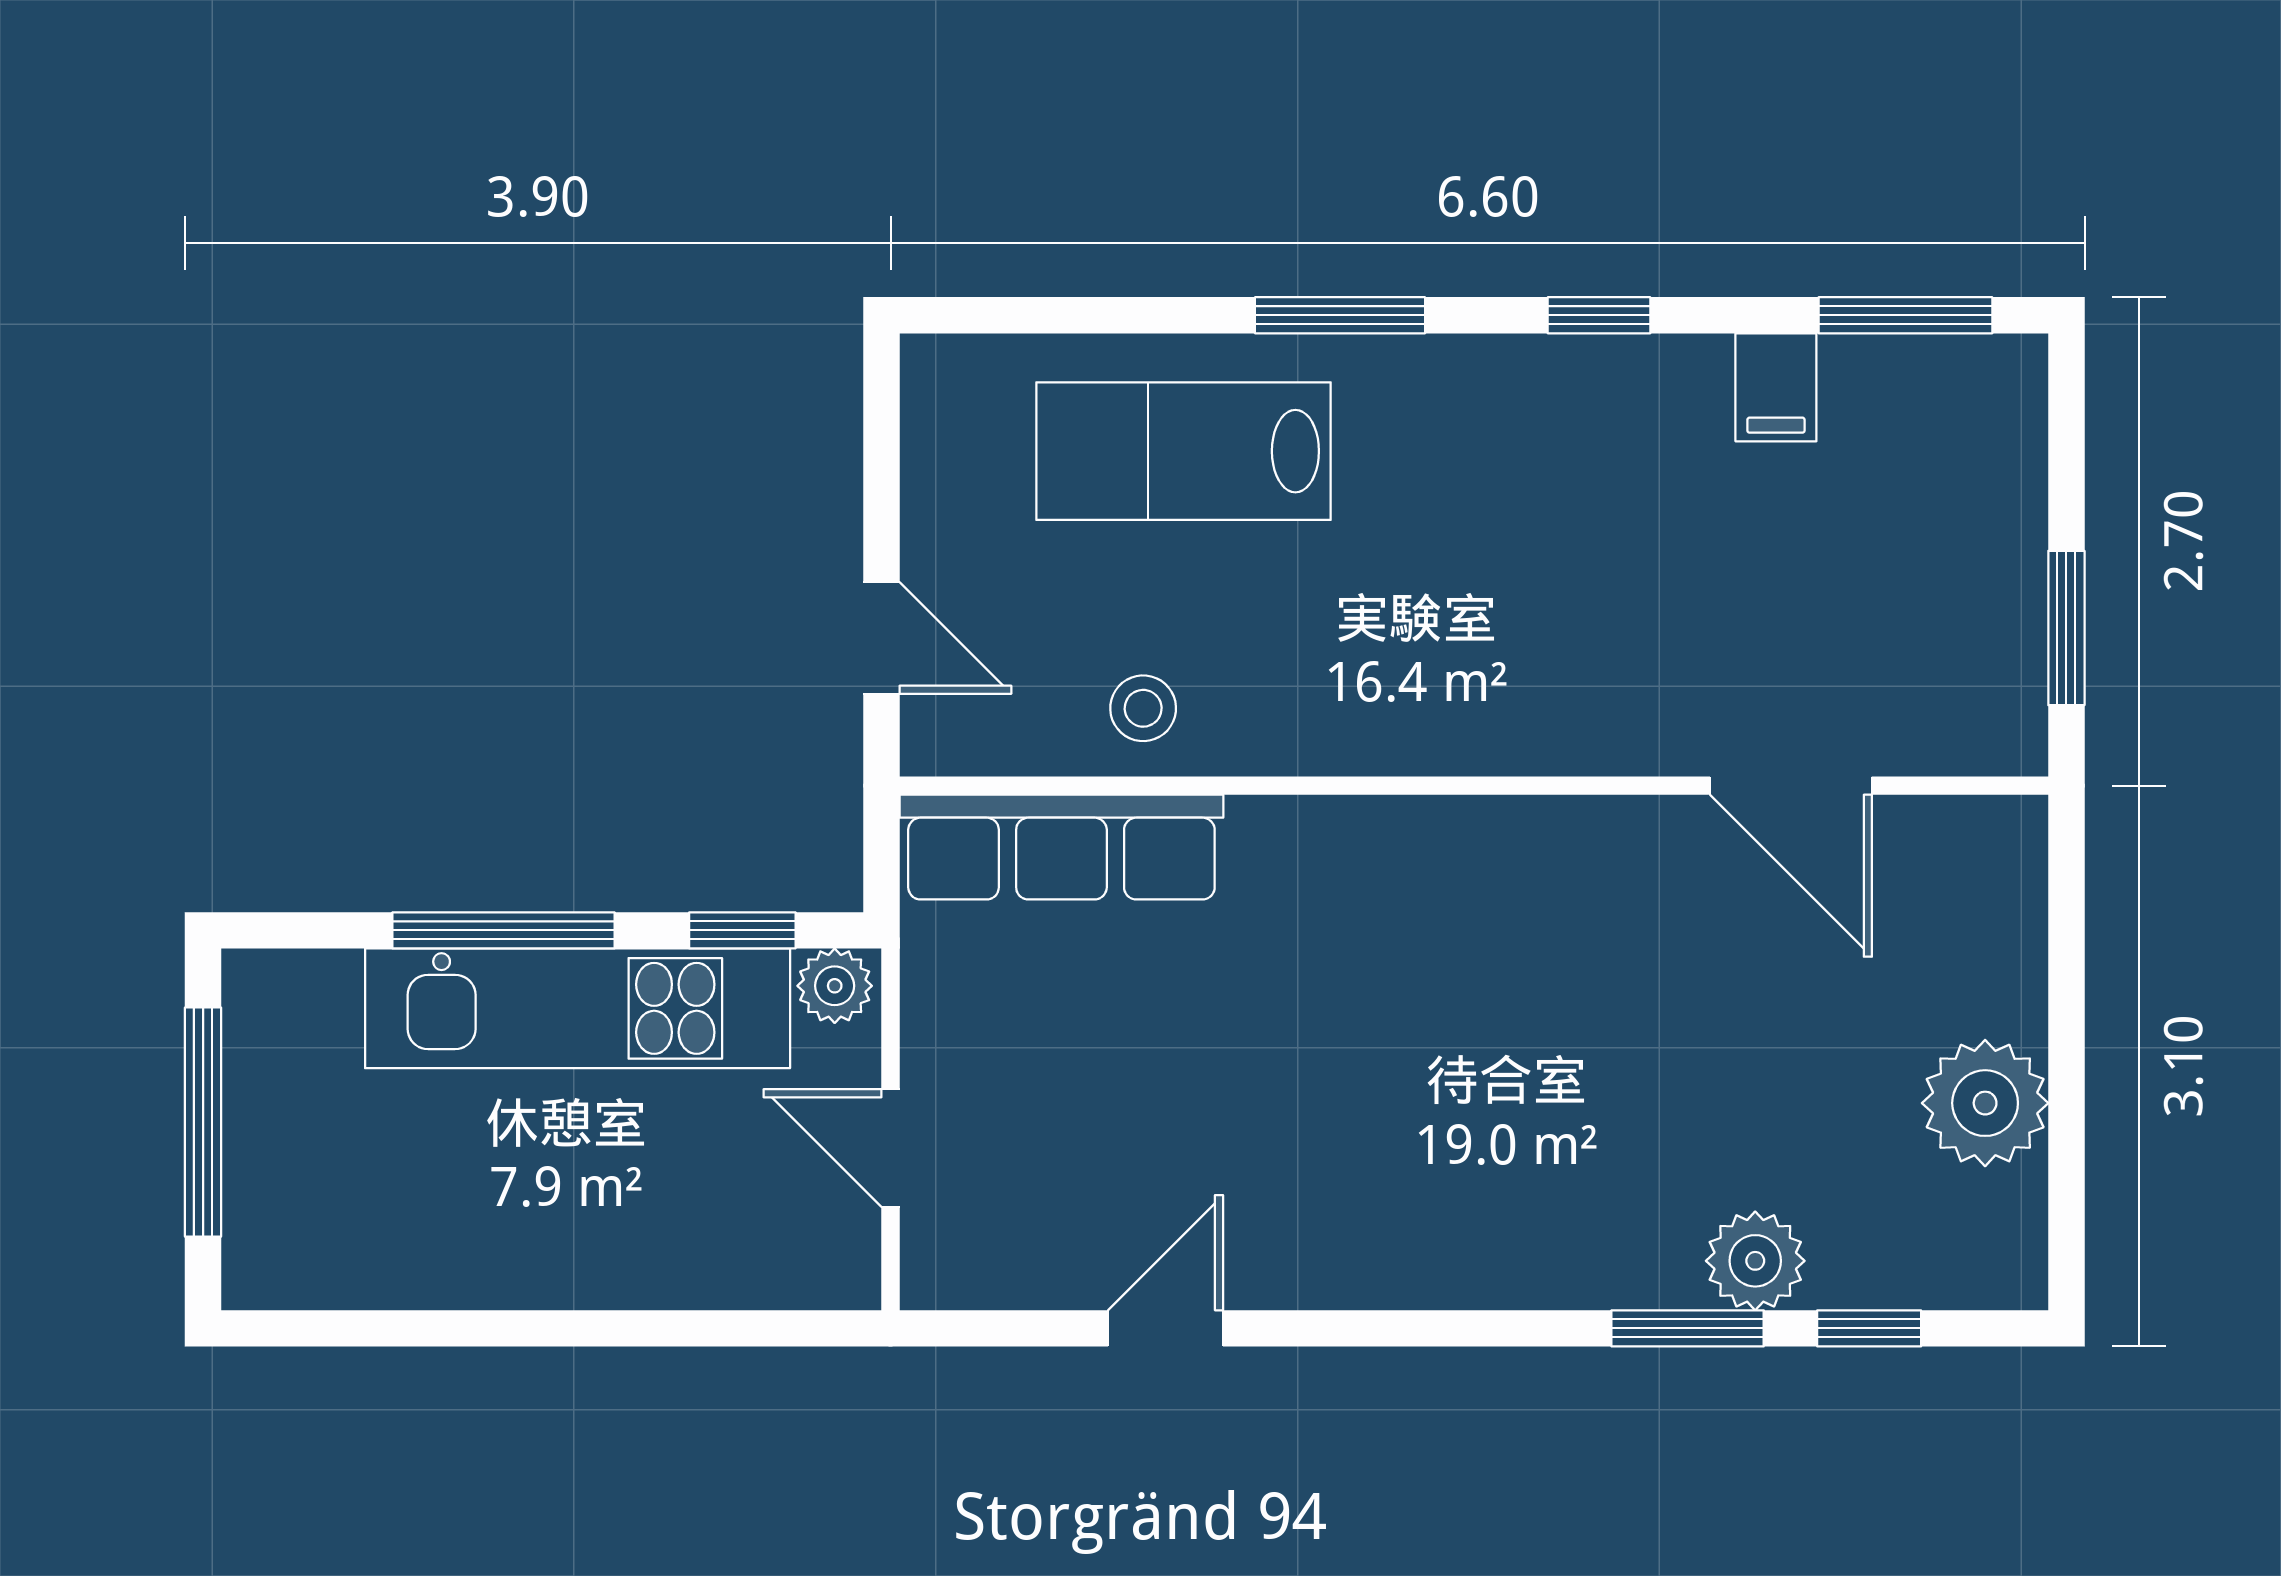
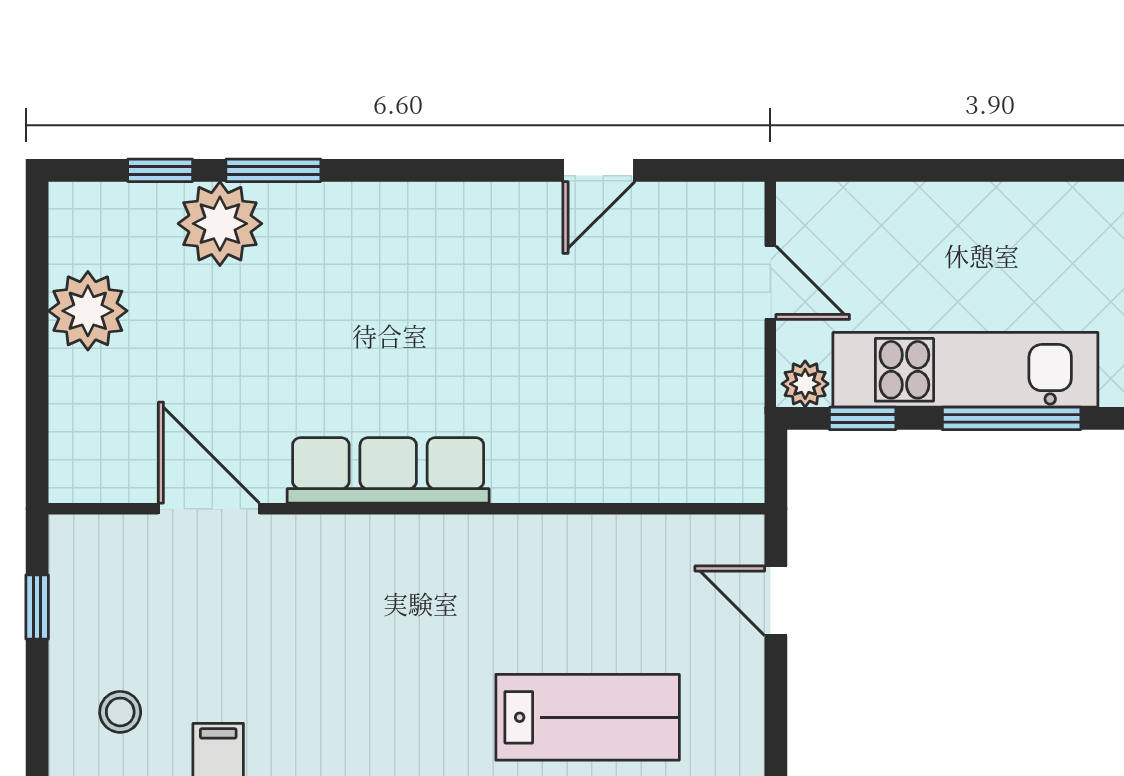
window: (2066, 628) -> (37, 607), width x0.67
stool: (1143, 708) -> (120, 712), moved
row of seats: (1061, 847) -> (388, 470), moved
plant: (1755, 1261) -> (220, 224), width x1.36, depth x1.36

